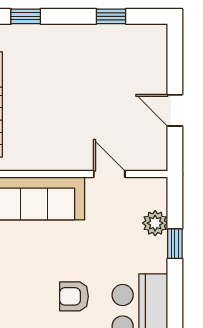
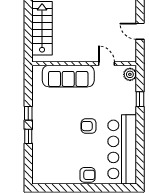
plant: (155, 223) -> (130, 74), moved

